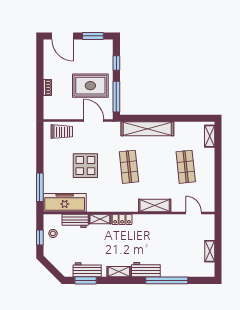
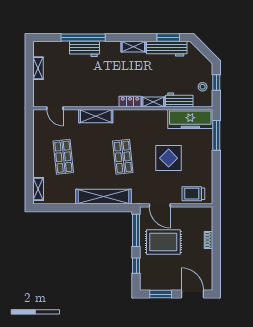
workbench: (87, 270) -> (167, 49), width x1.38
workbench: (146, 270) -> (84, 49), moved

